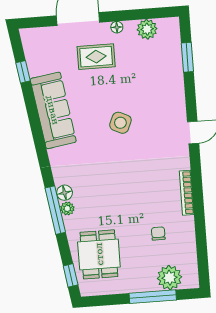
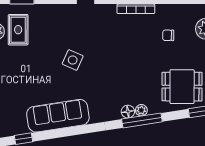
rug: (96, 57) -> (18, 30), moved

